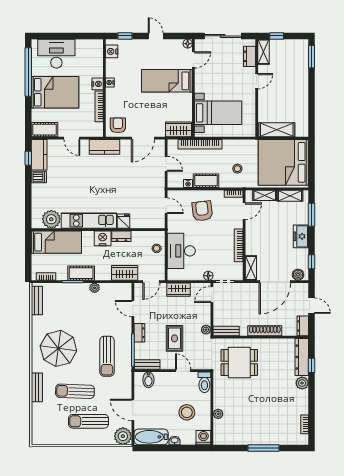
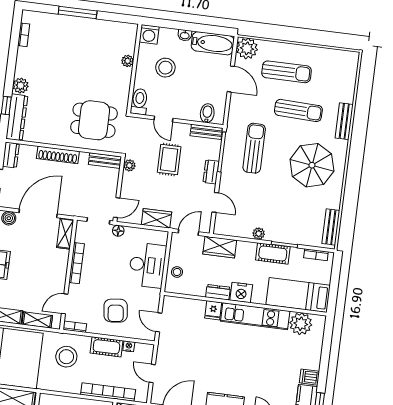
stool: (237, 169) -> (66, 357), width x1.89, depth x1.89

